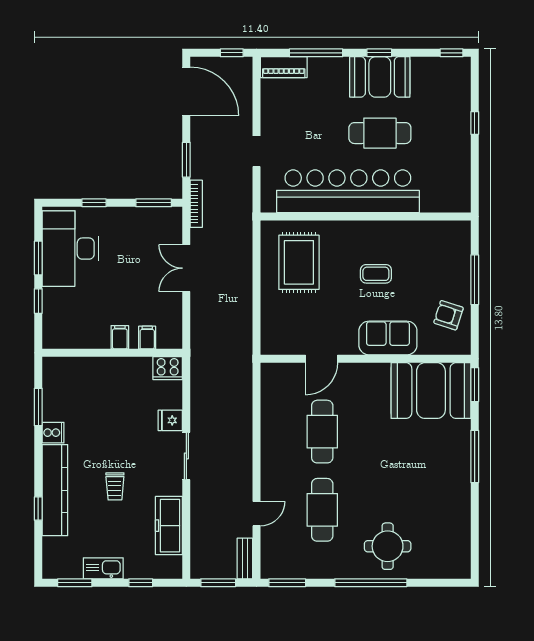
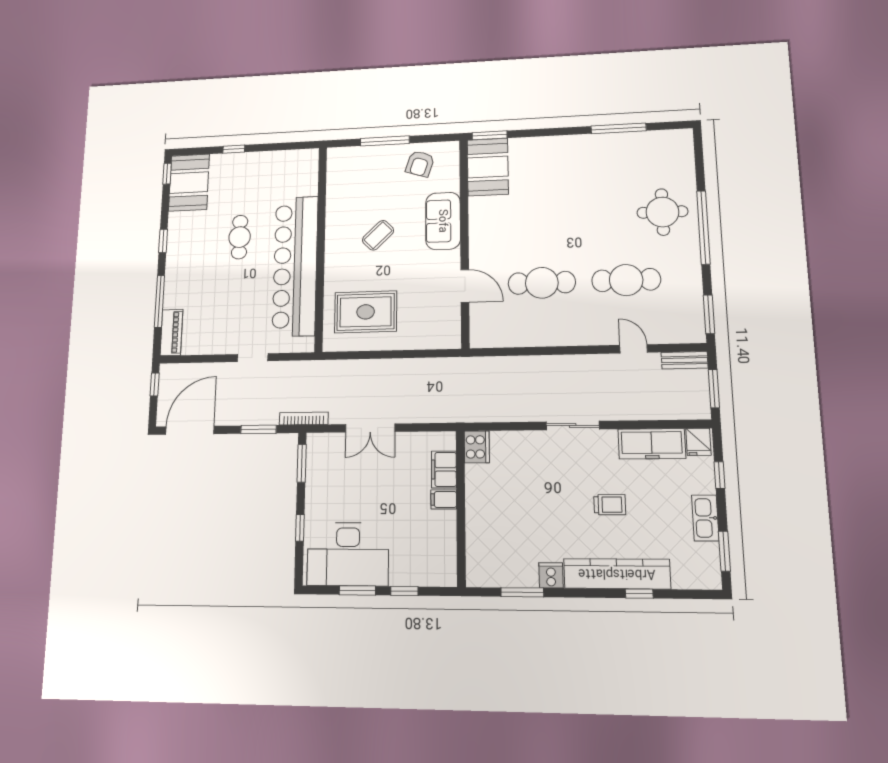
booth: (380, 77) -> (189, 183), moved
cafe table: (380, 133) -> (240, 237), width x0.73, depth x0.74
coffee table: (376, 274) -> (378, 235), turned 46
filing cabinet: (147, 338) -> (444, 469), width x2.00
booth: (431, 391) -> (488, 167), width x0.73, depth x0.70
fridge: (170, 420) -> (698, 442), moved
window: (475, 456) -> (619, 128), moved

